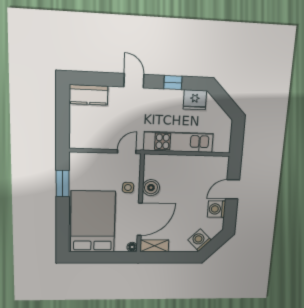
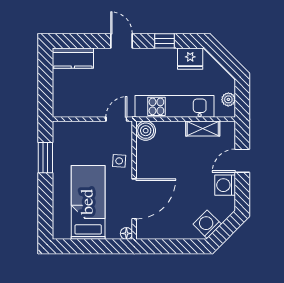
plant: (225, 137) -> (228, 99), added
boiler: (151, 188) -> (146, 131), moved
bed: (93, 222) -> (88, 202), width x0.67
shelving: (154, 246) -> (203, 129), moved

